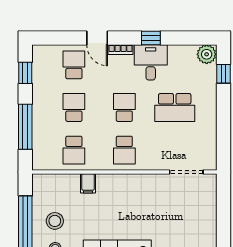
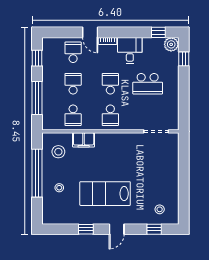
window: (151, 38) -> (158, 32), moved
filing cabinet: (88, 183) -> (84, 140), width x2.00
stool: (55, 221) -> (58, 152), moved

